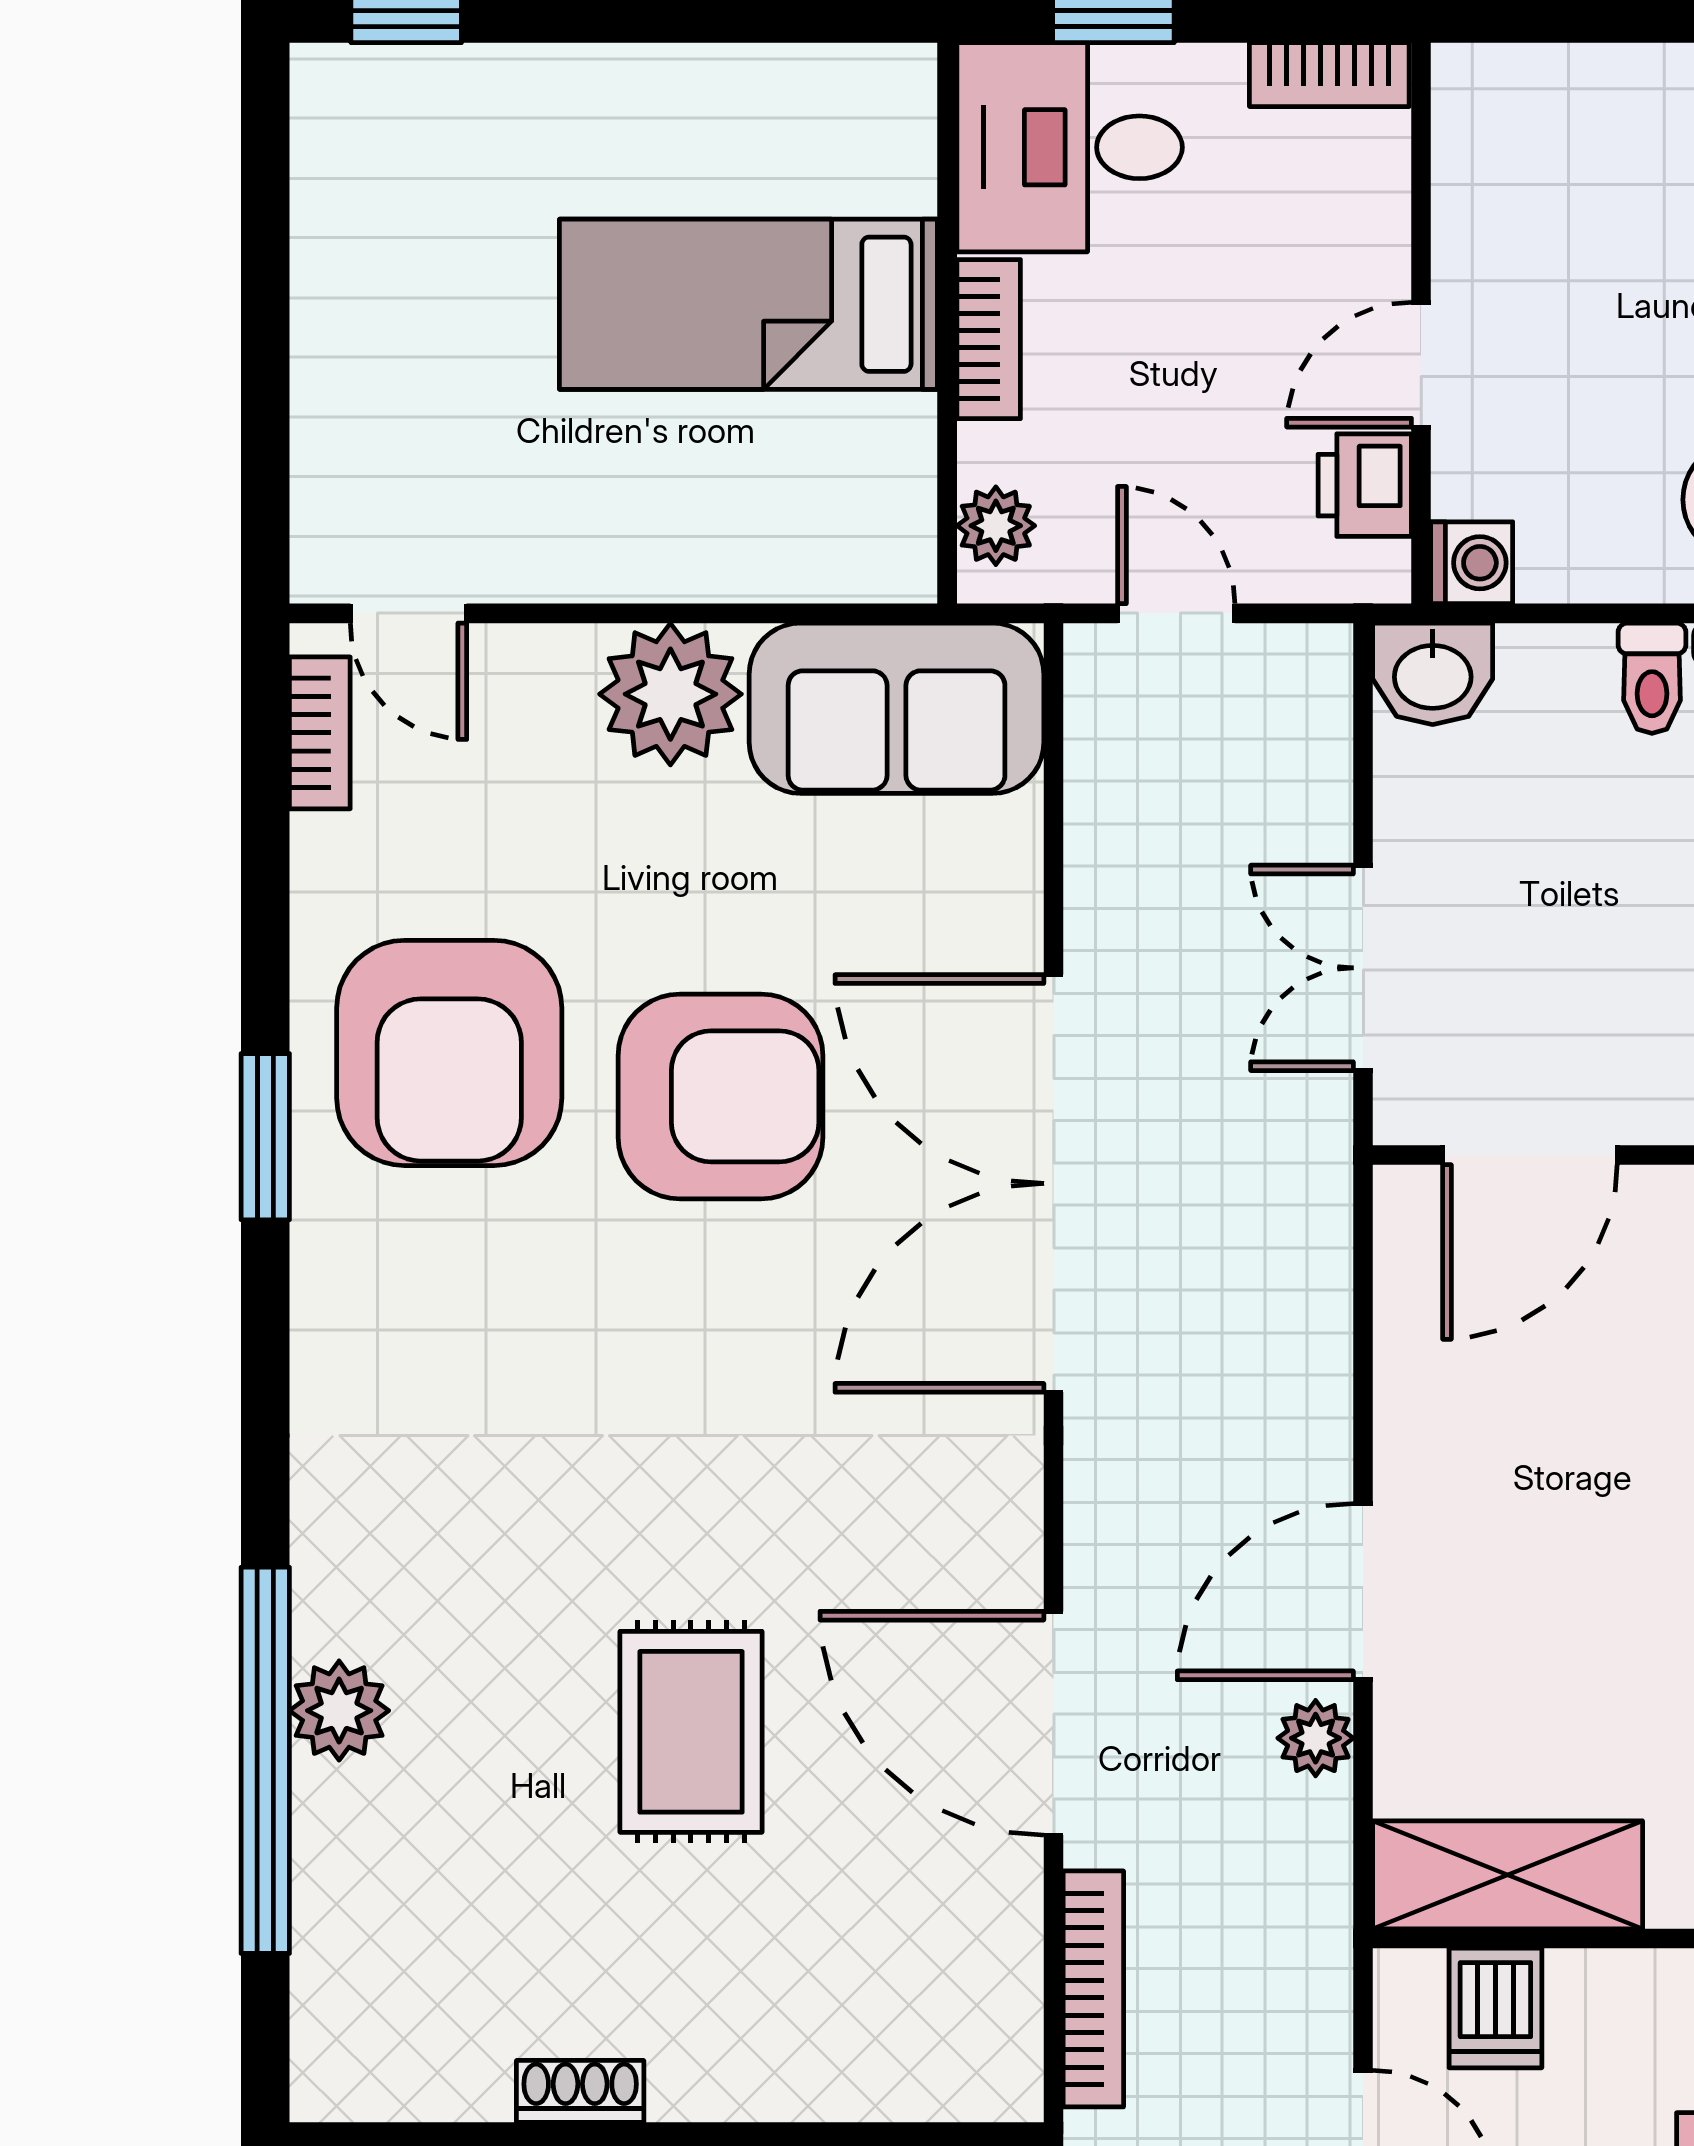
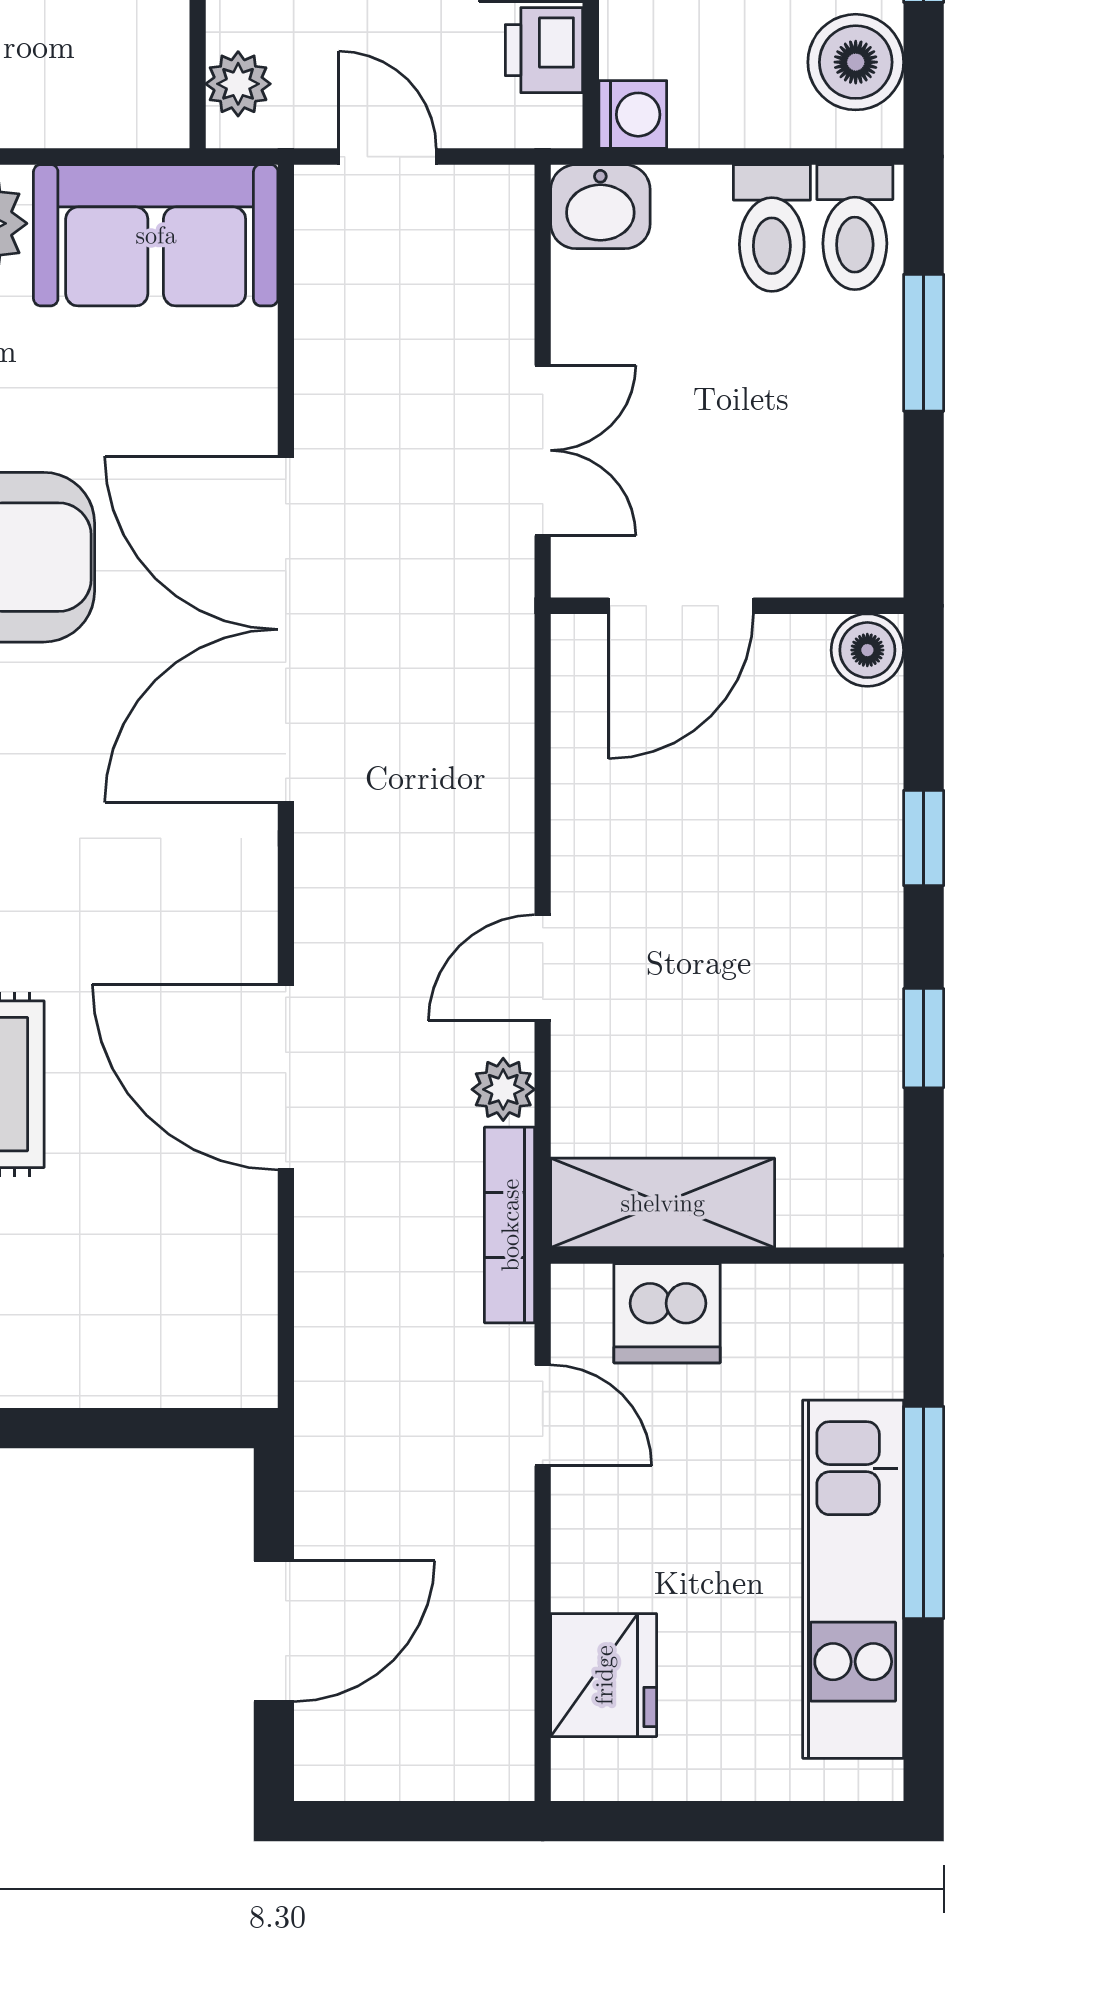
toilet: (1652, 678) -> (772, 228), width x1.37, depth x1.39
double door: (1363, 968) -> (543, 450), swing flipped
door: (1363, 1592) -> (543, 968), width x0.73
bookcase: (1093, 1989) -> (510, 1225), moved, turned 180
dishwasher: (1495, 2008) -> (667, 1313), width x1.38

